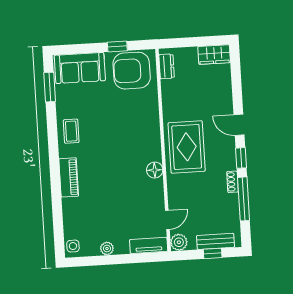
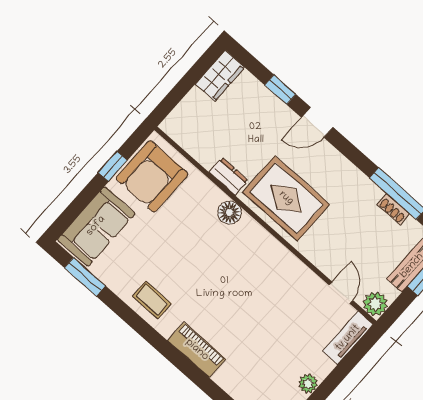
dresser: (167, 66) -> (228, 176), moved
window: (241, 158) -> (280, 90), moved
floor lamp: (155, 170) -> (230, 212), moved
shoe rack: (232, 182) -> (393, 209), moved

